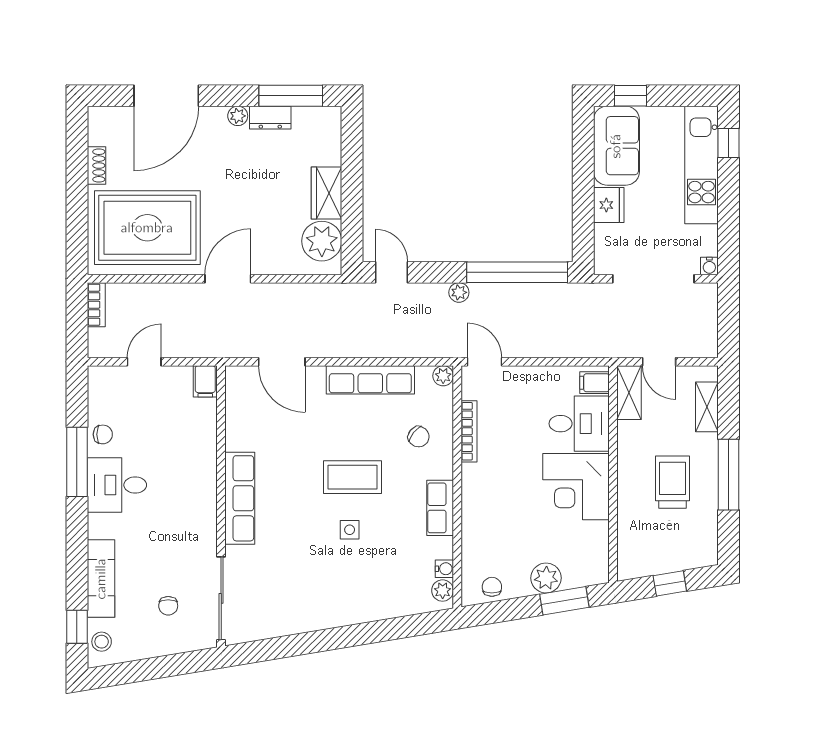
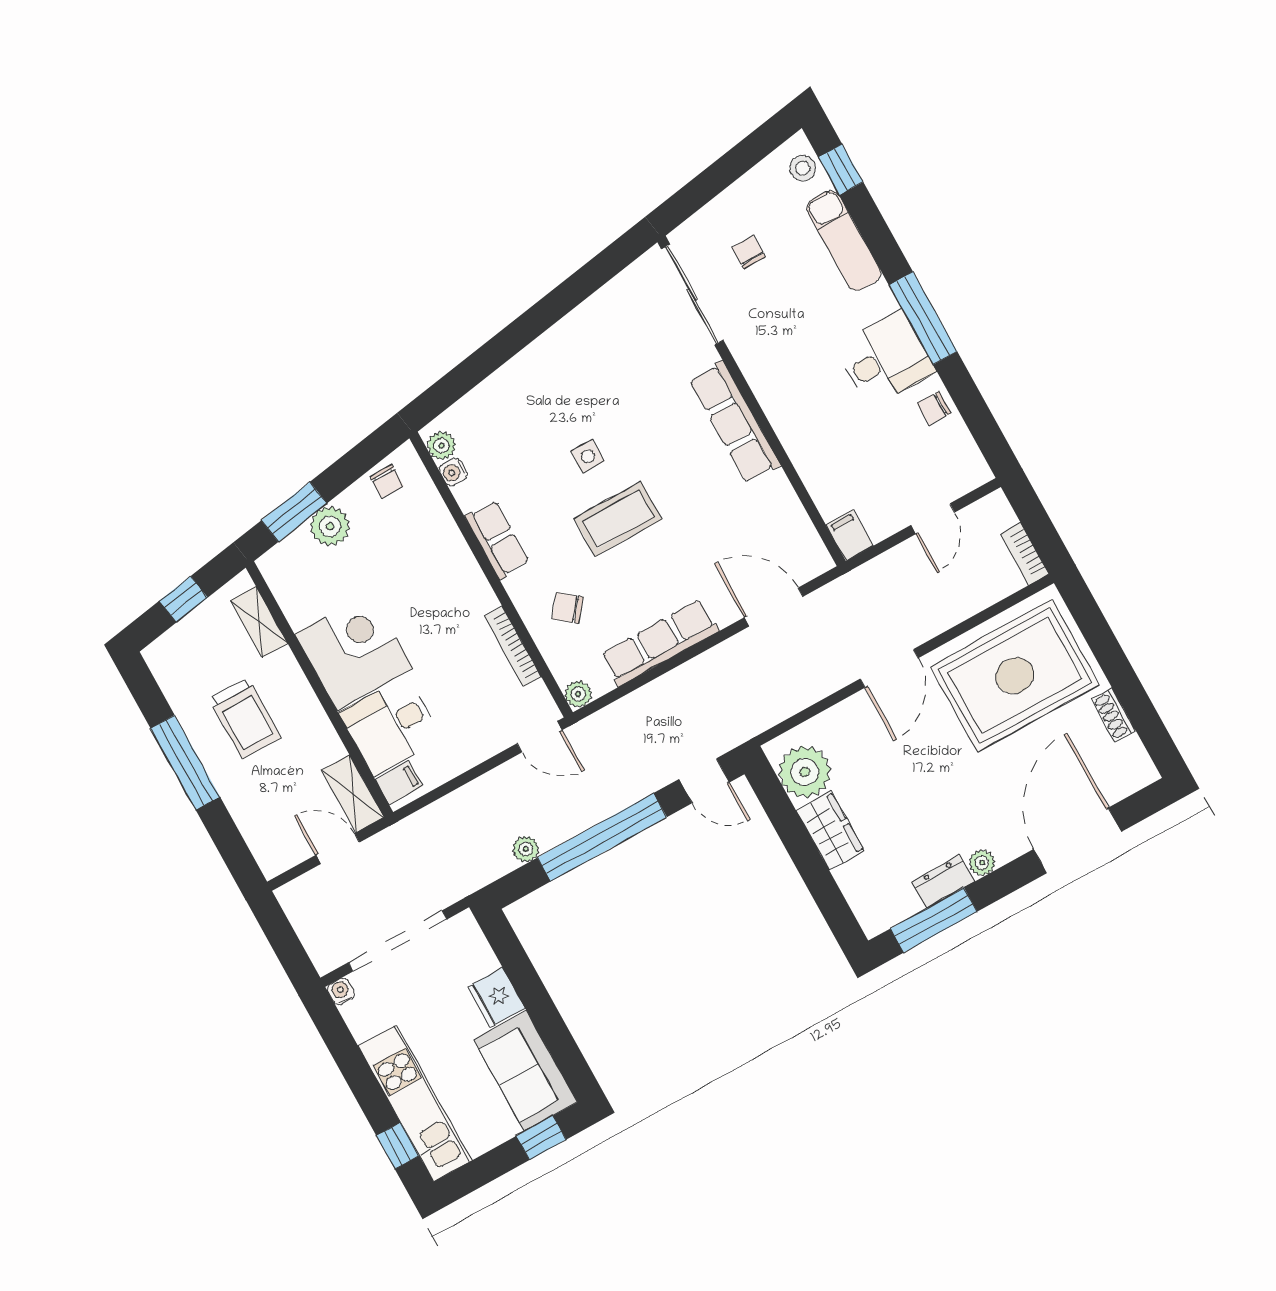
window: (517, 272) -> (602, 837), moved
plant: (459, 292) -> (526, 849), moved
shelving: (707, 407) -> (259, 622), moved
window: (77, 462) -> (923, 318), moved

